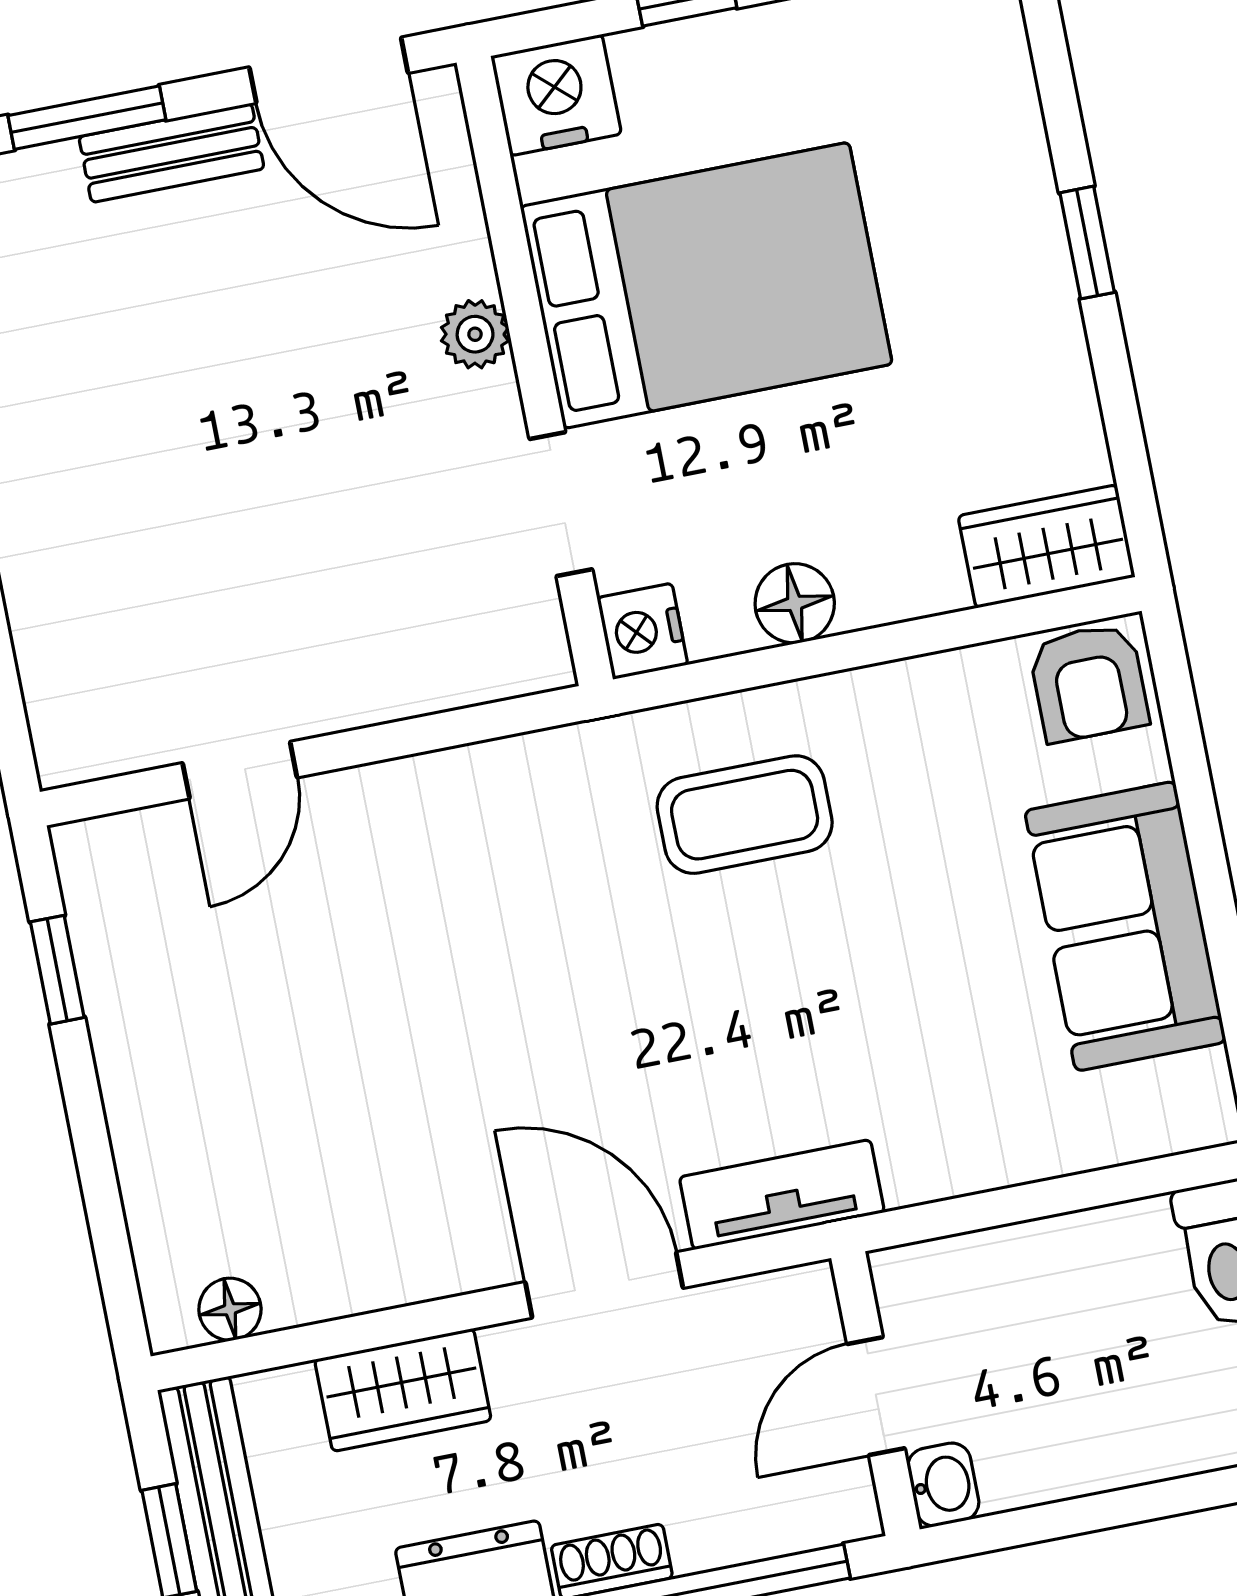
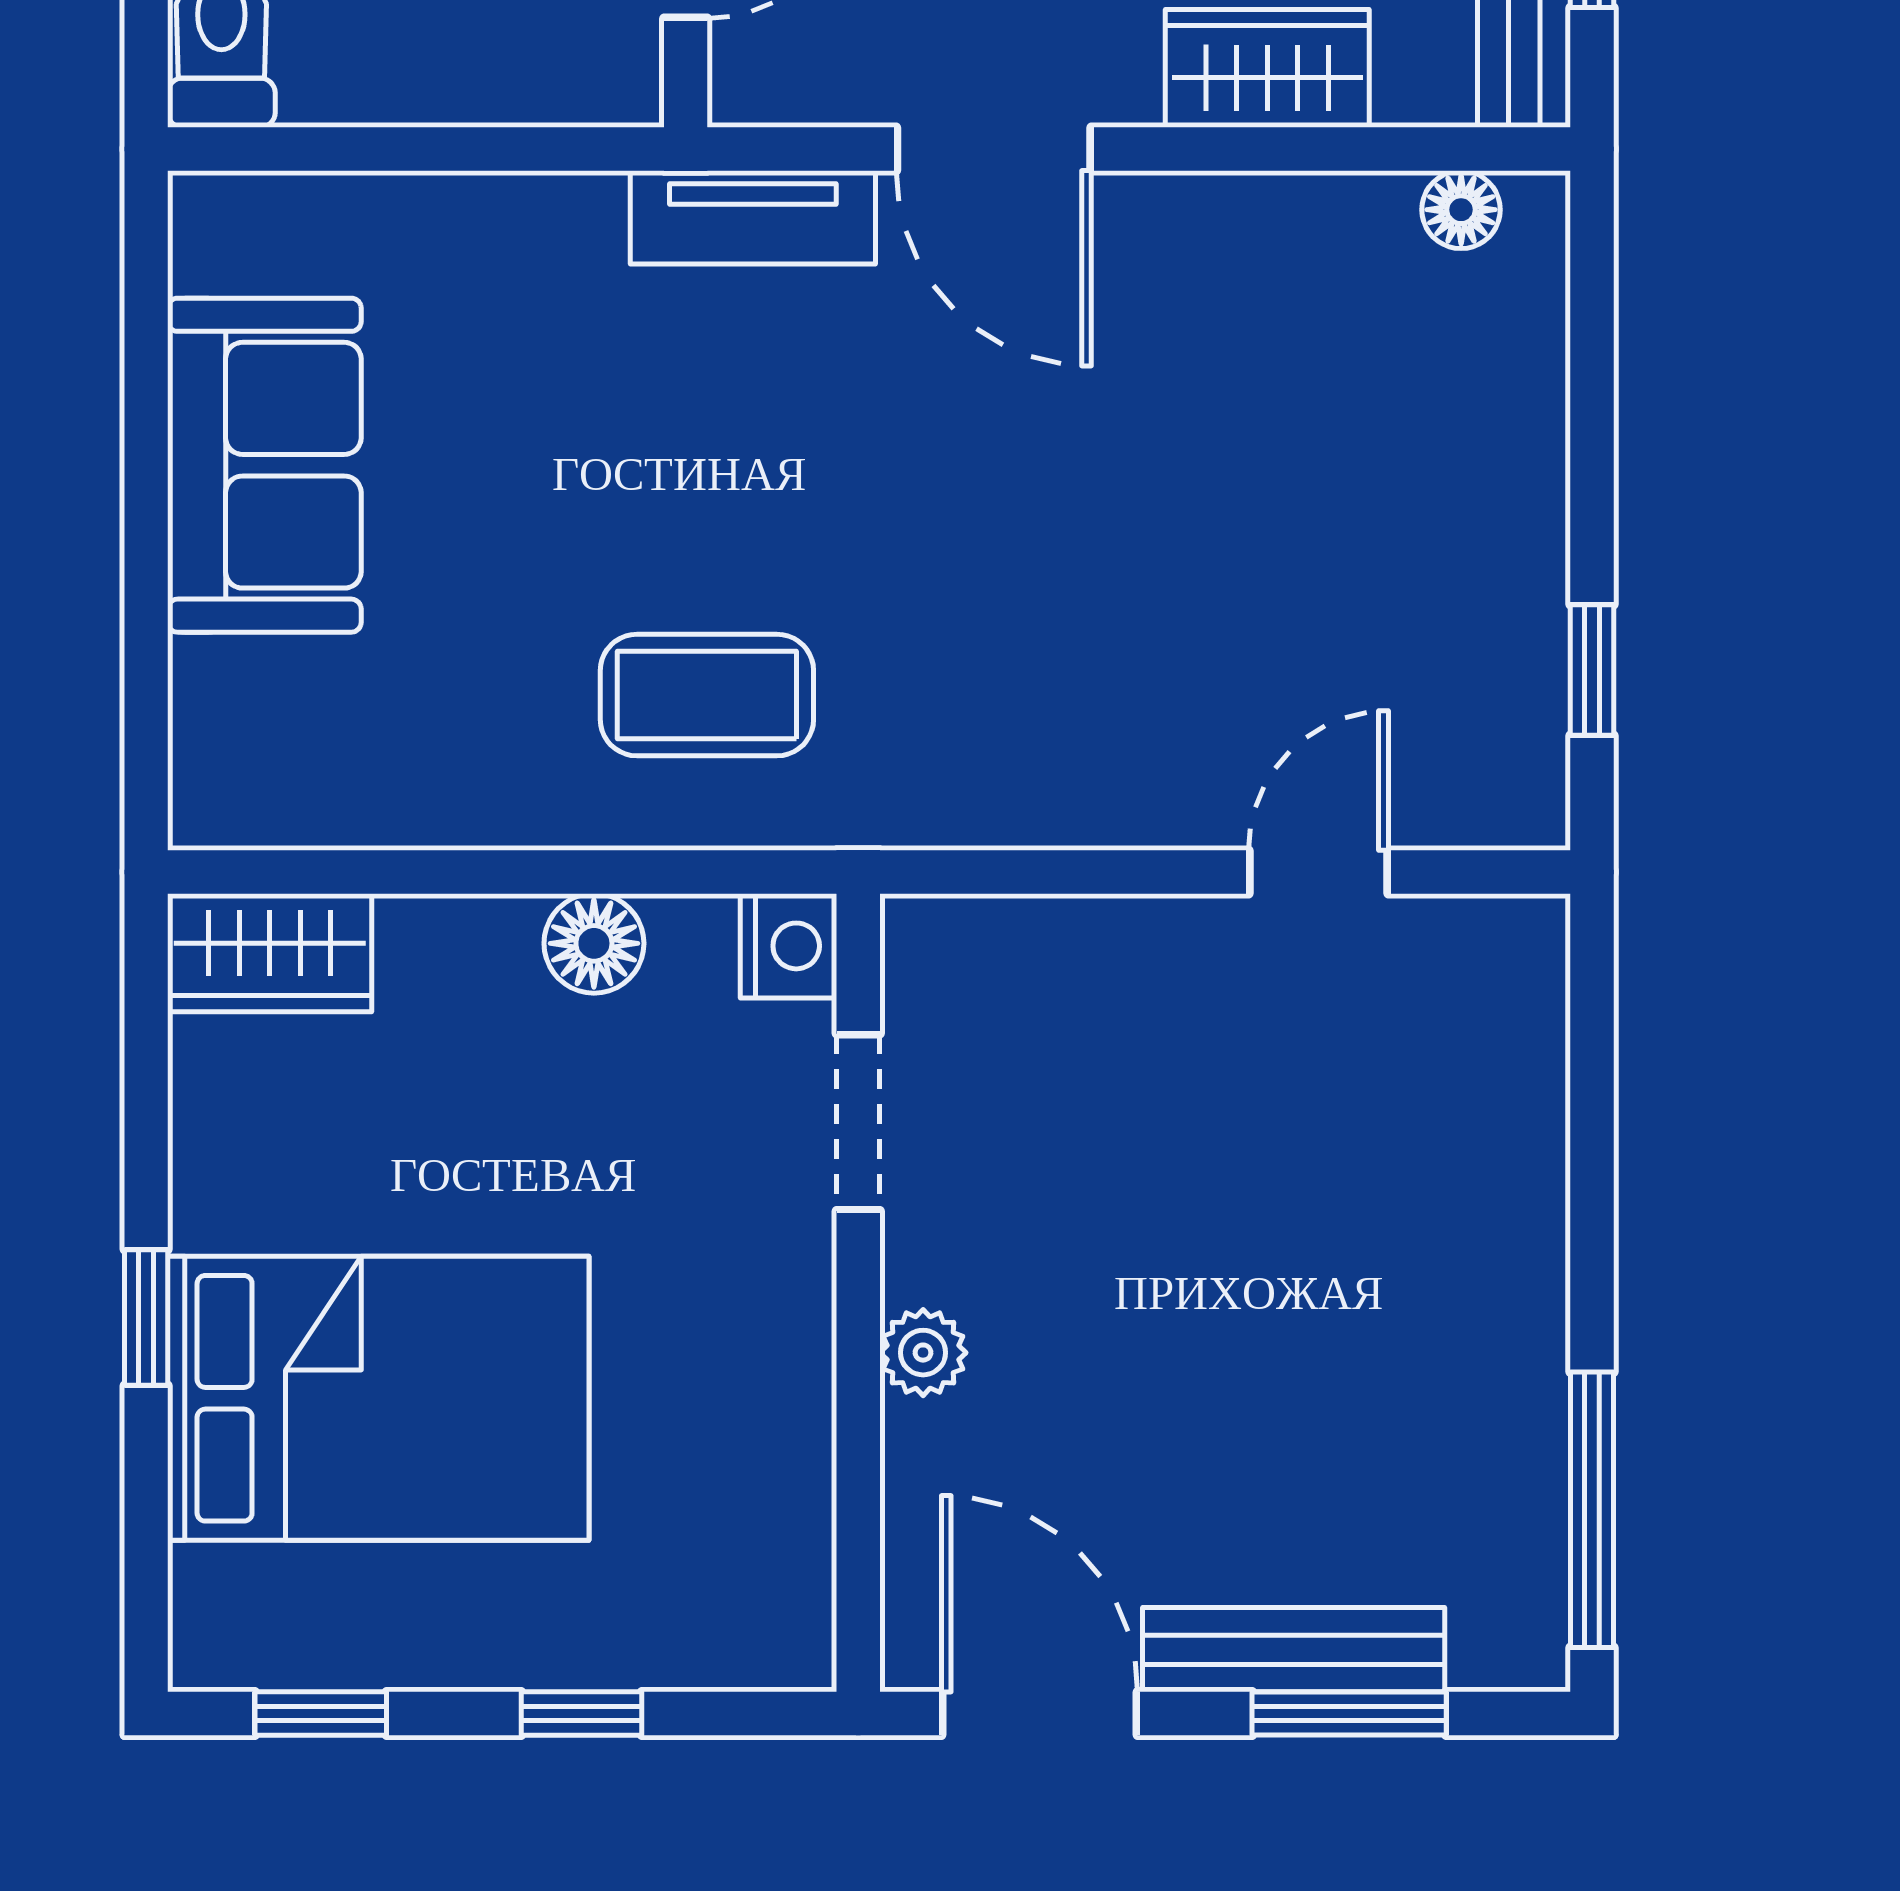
nightstand: (556, 95) -> (765, 1628), removed
bench: (171, 153) -> (1294, 1650), width x1.36
bed: (706, 285) -> (378, 1398), moved, turned 180
armchair: (1089, 683) -> (251, 774), removed

